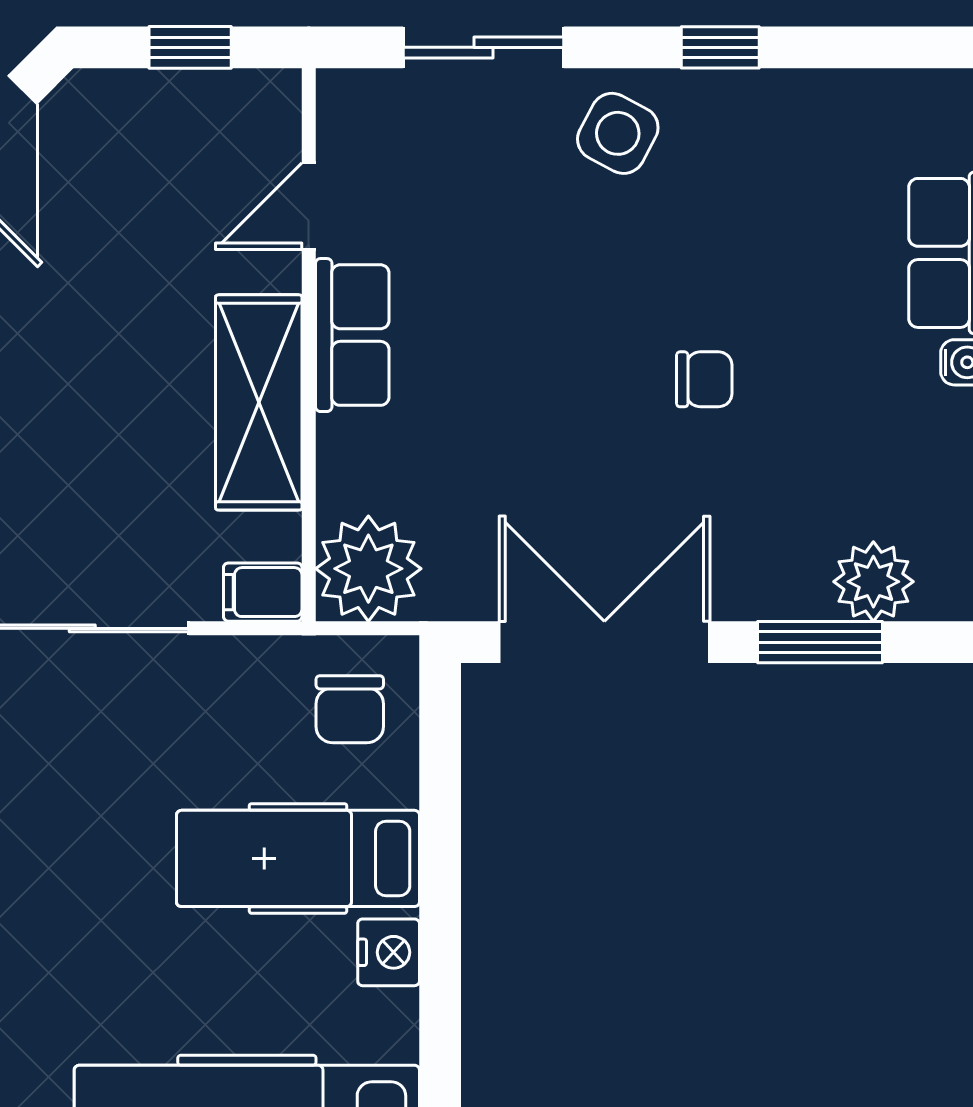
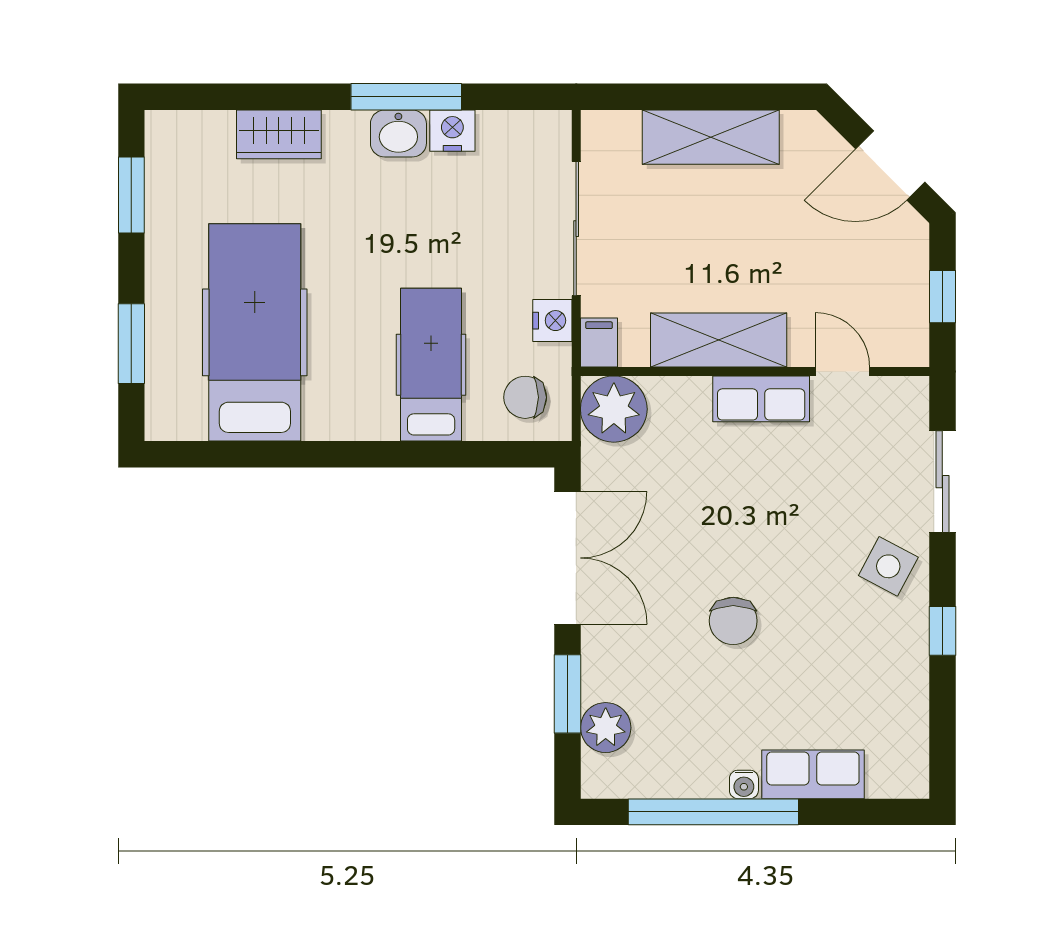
chair: (704, 379) -> (733, 621), width x1.37, depth x1.37
nightstand: (389, 952) -> (552, 321), moved, turned -90

